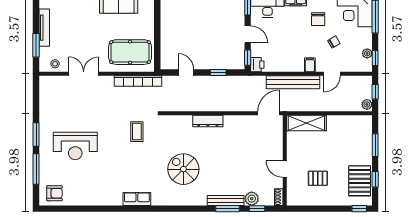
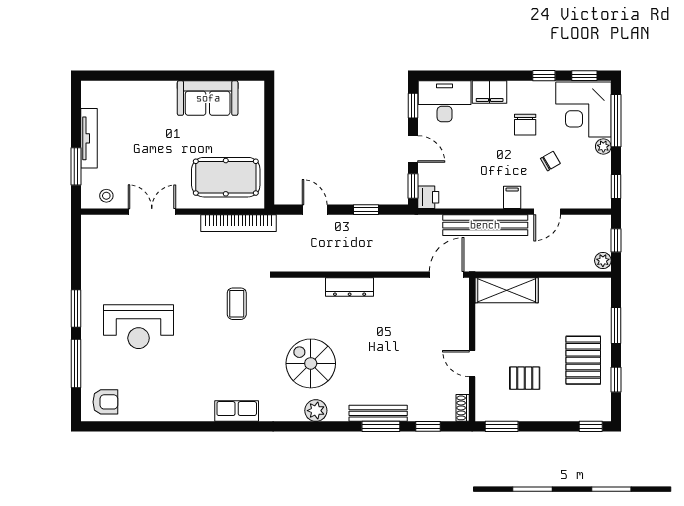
plant: (367, 53) -> (603, 147), moved
pallet: (360, 181) -> (583, 360), moved
plant: (252, 199) -> (316, 411), moved
window: (303, 209) -> (502, 426), added

